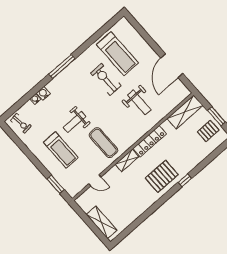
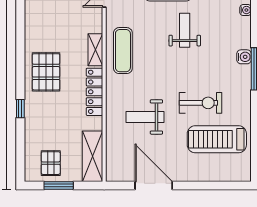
water cooler: (43, 93) -> (244, 57), moved
exercise mat: (103, 143) -> (123, 51), moved, turned 90
window: (185, 180) -> (20, 109), moved

